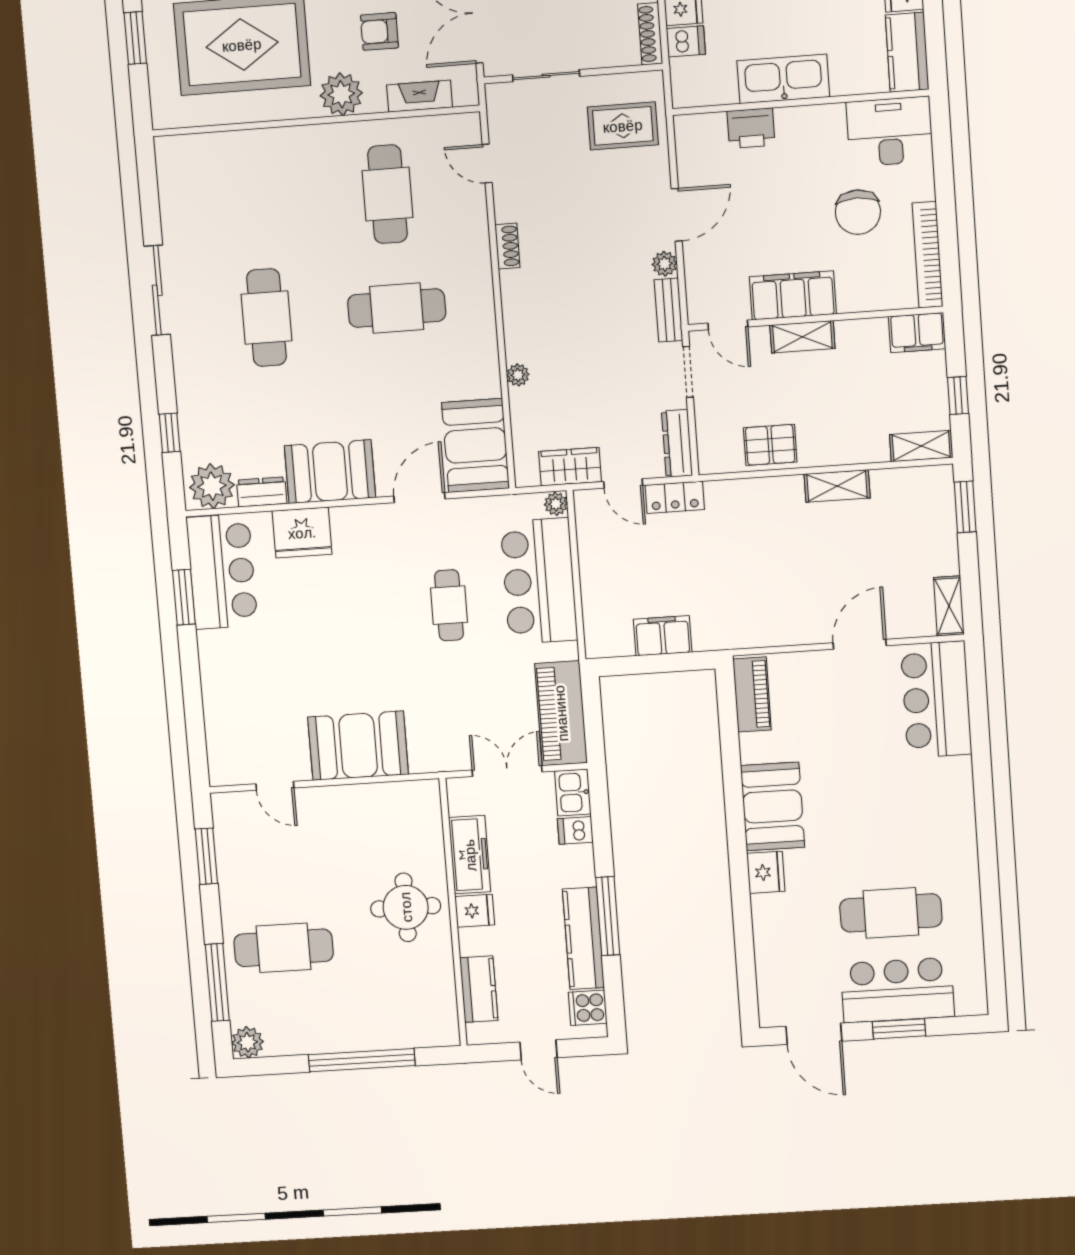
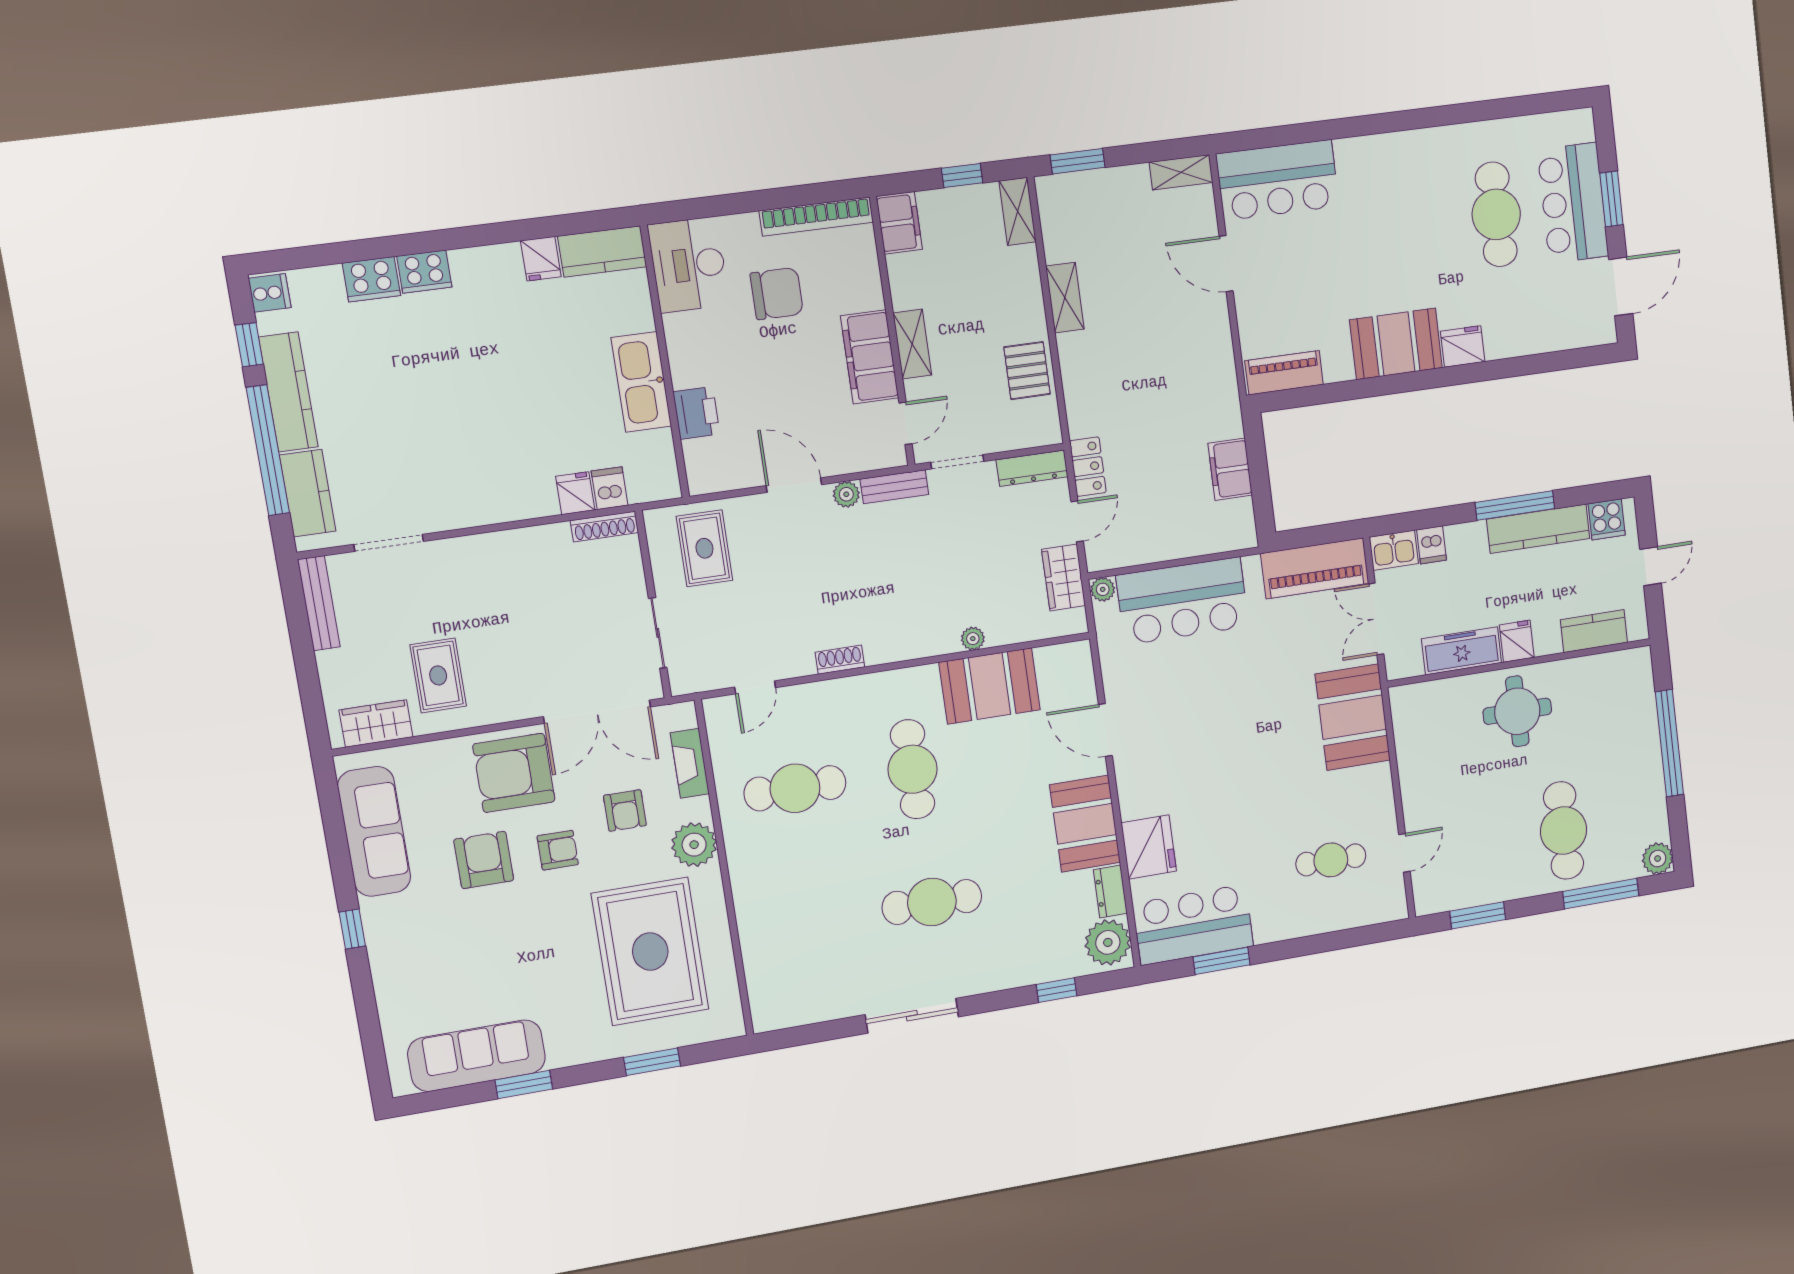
booth: (476, 445) -> (990, 686), moved
cafe table: (449, 605) -> (1331, 860), moved
booth: (358, 746) -> (1353, 717), moved

